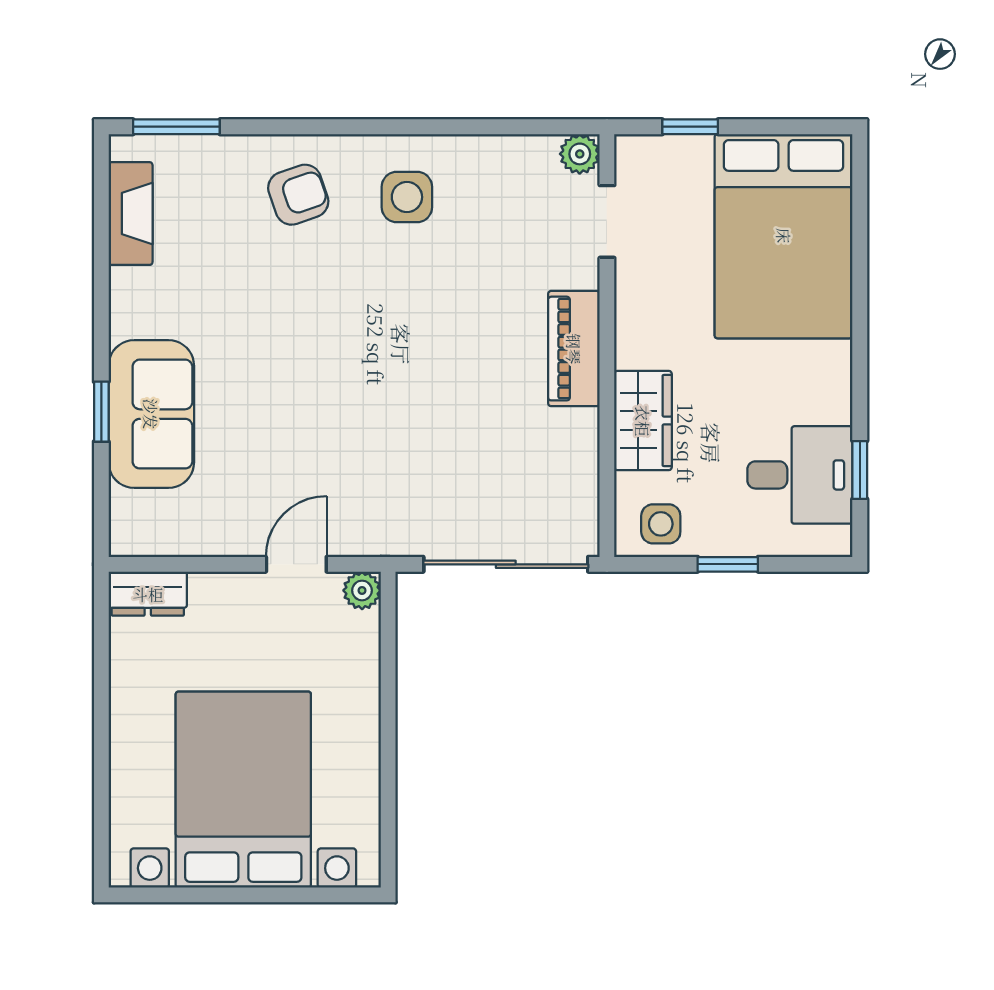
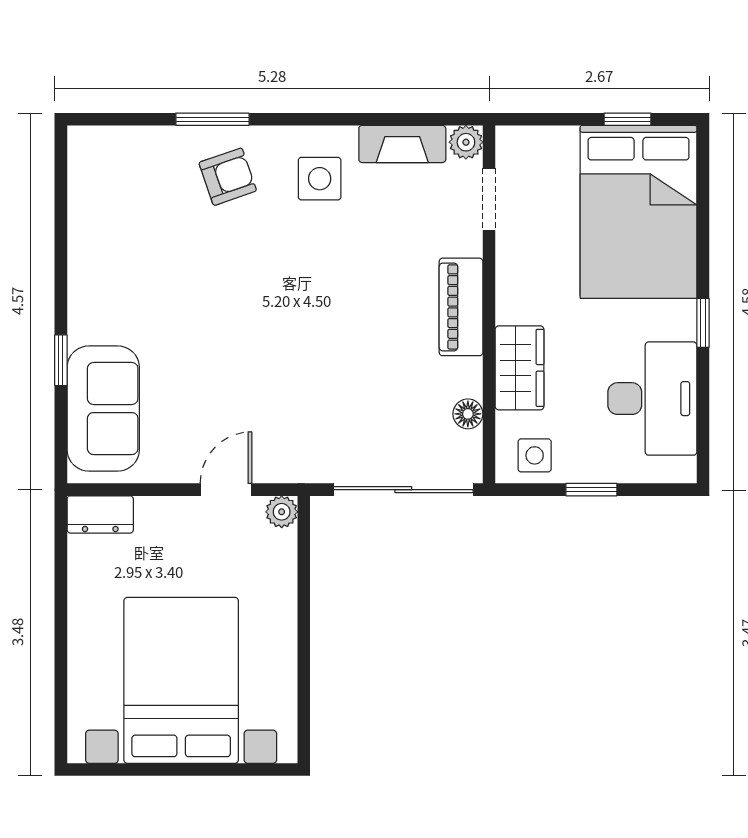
window: (176, 127) -> (212, 119), moved
window: (690, 127) -> (628, 119), moved
fireplace: (131, 214) -> (402, 144), moved, turned 90
sofa: (151, 414) -> (103, 409), moved
window: (860, 470) -> (703, 323), moved
floor lamp: (582, 475) -> (468, 414), added
desk: (800, 475) -> (652, 399), width x1.37

